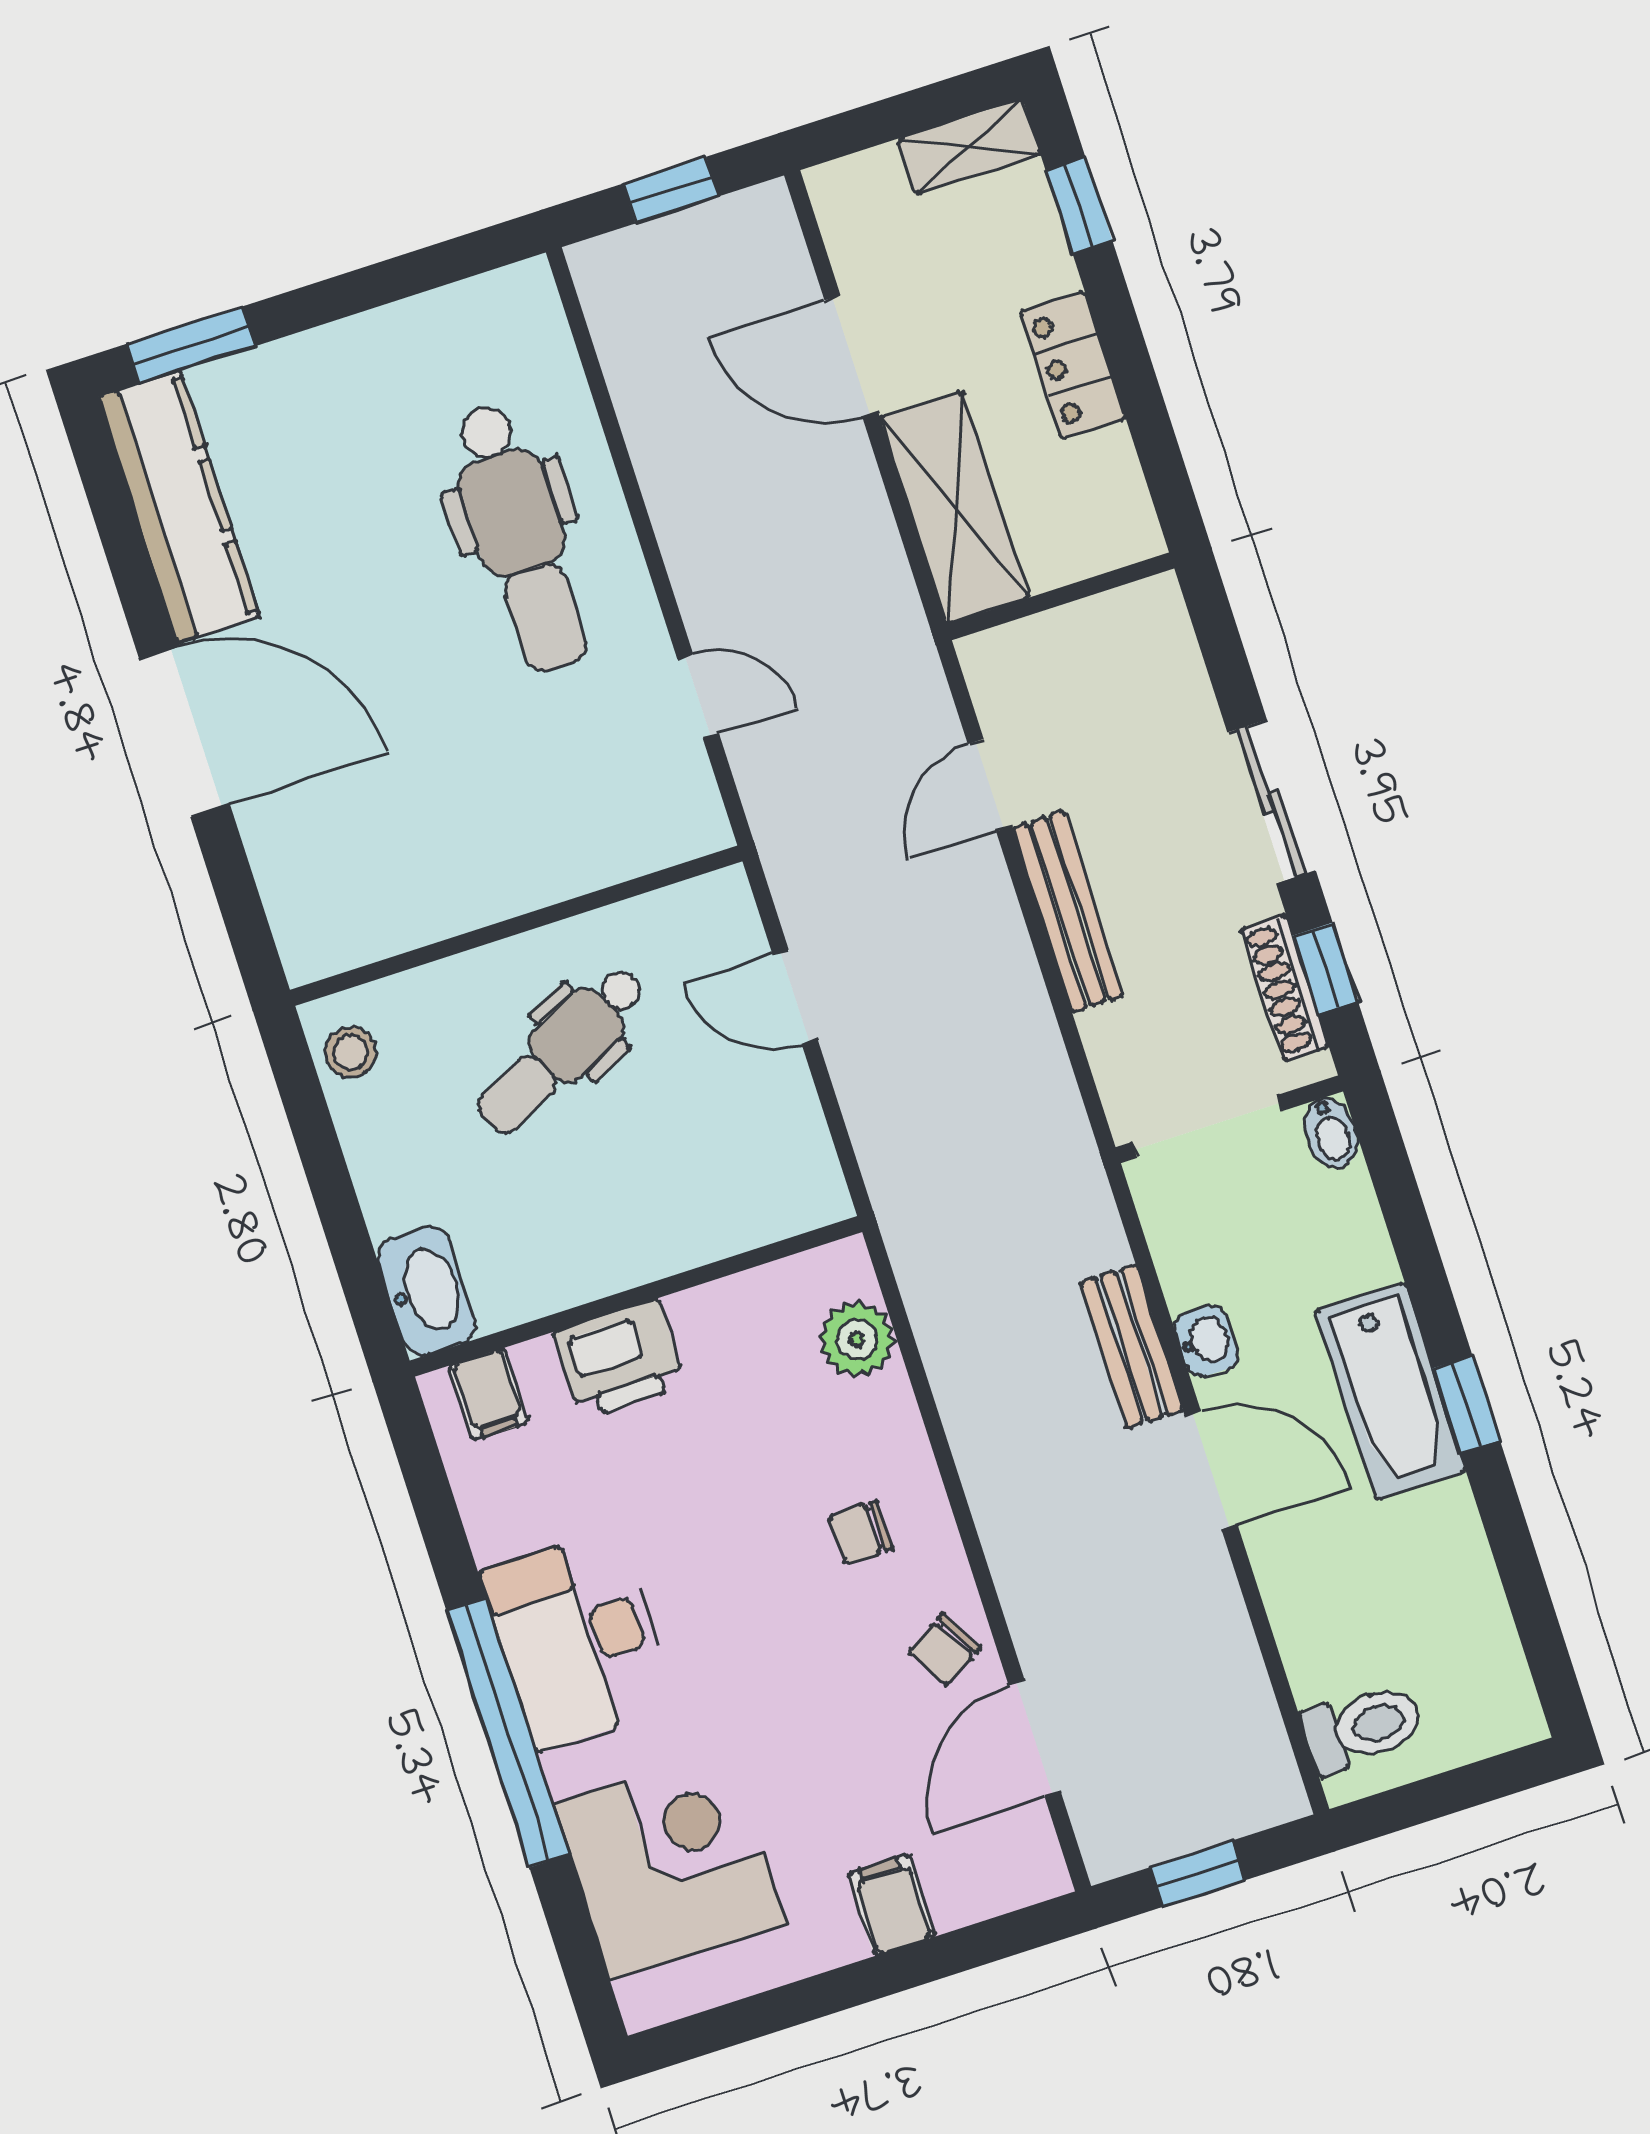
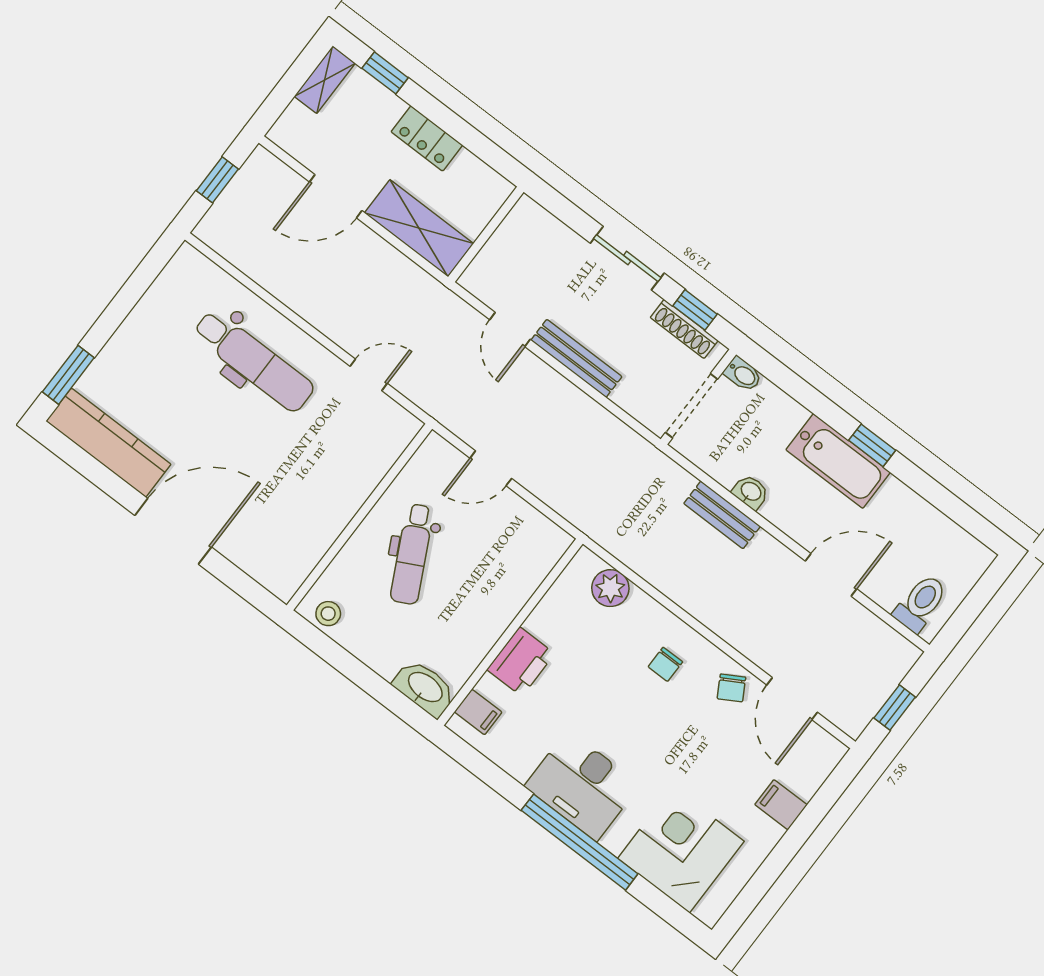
door: (1211, 1470) -> (831, 575), moved

